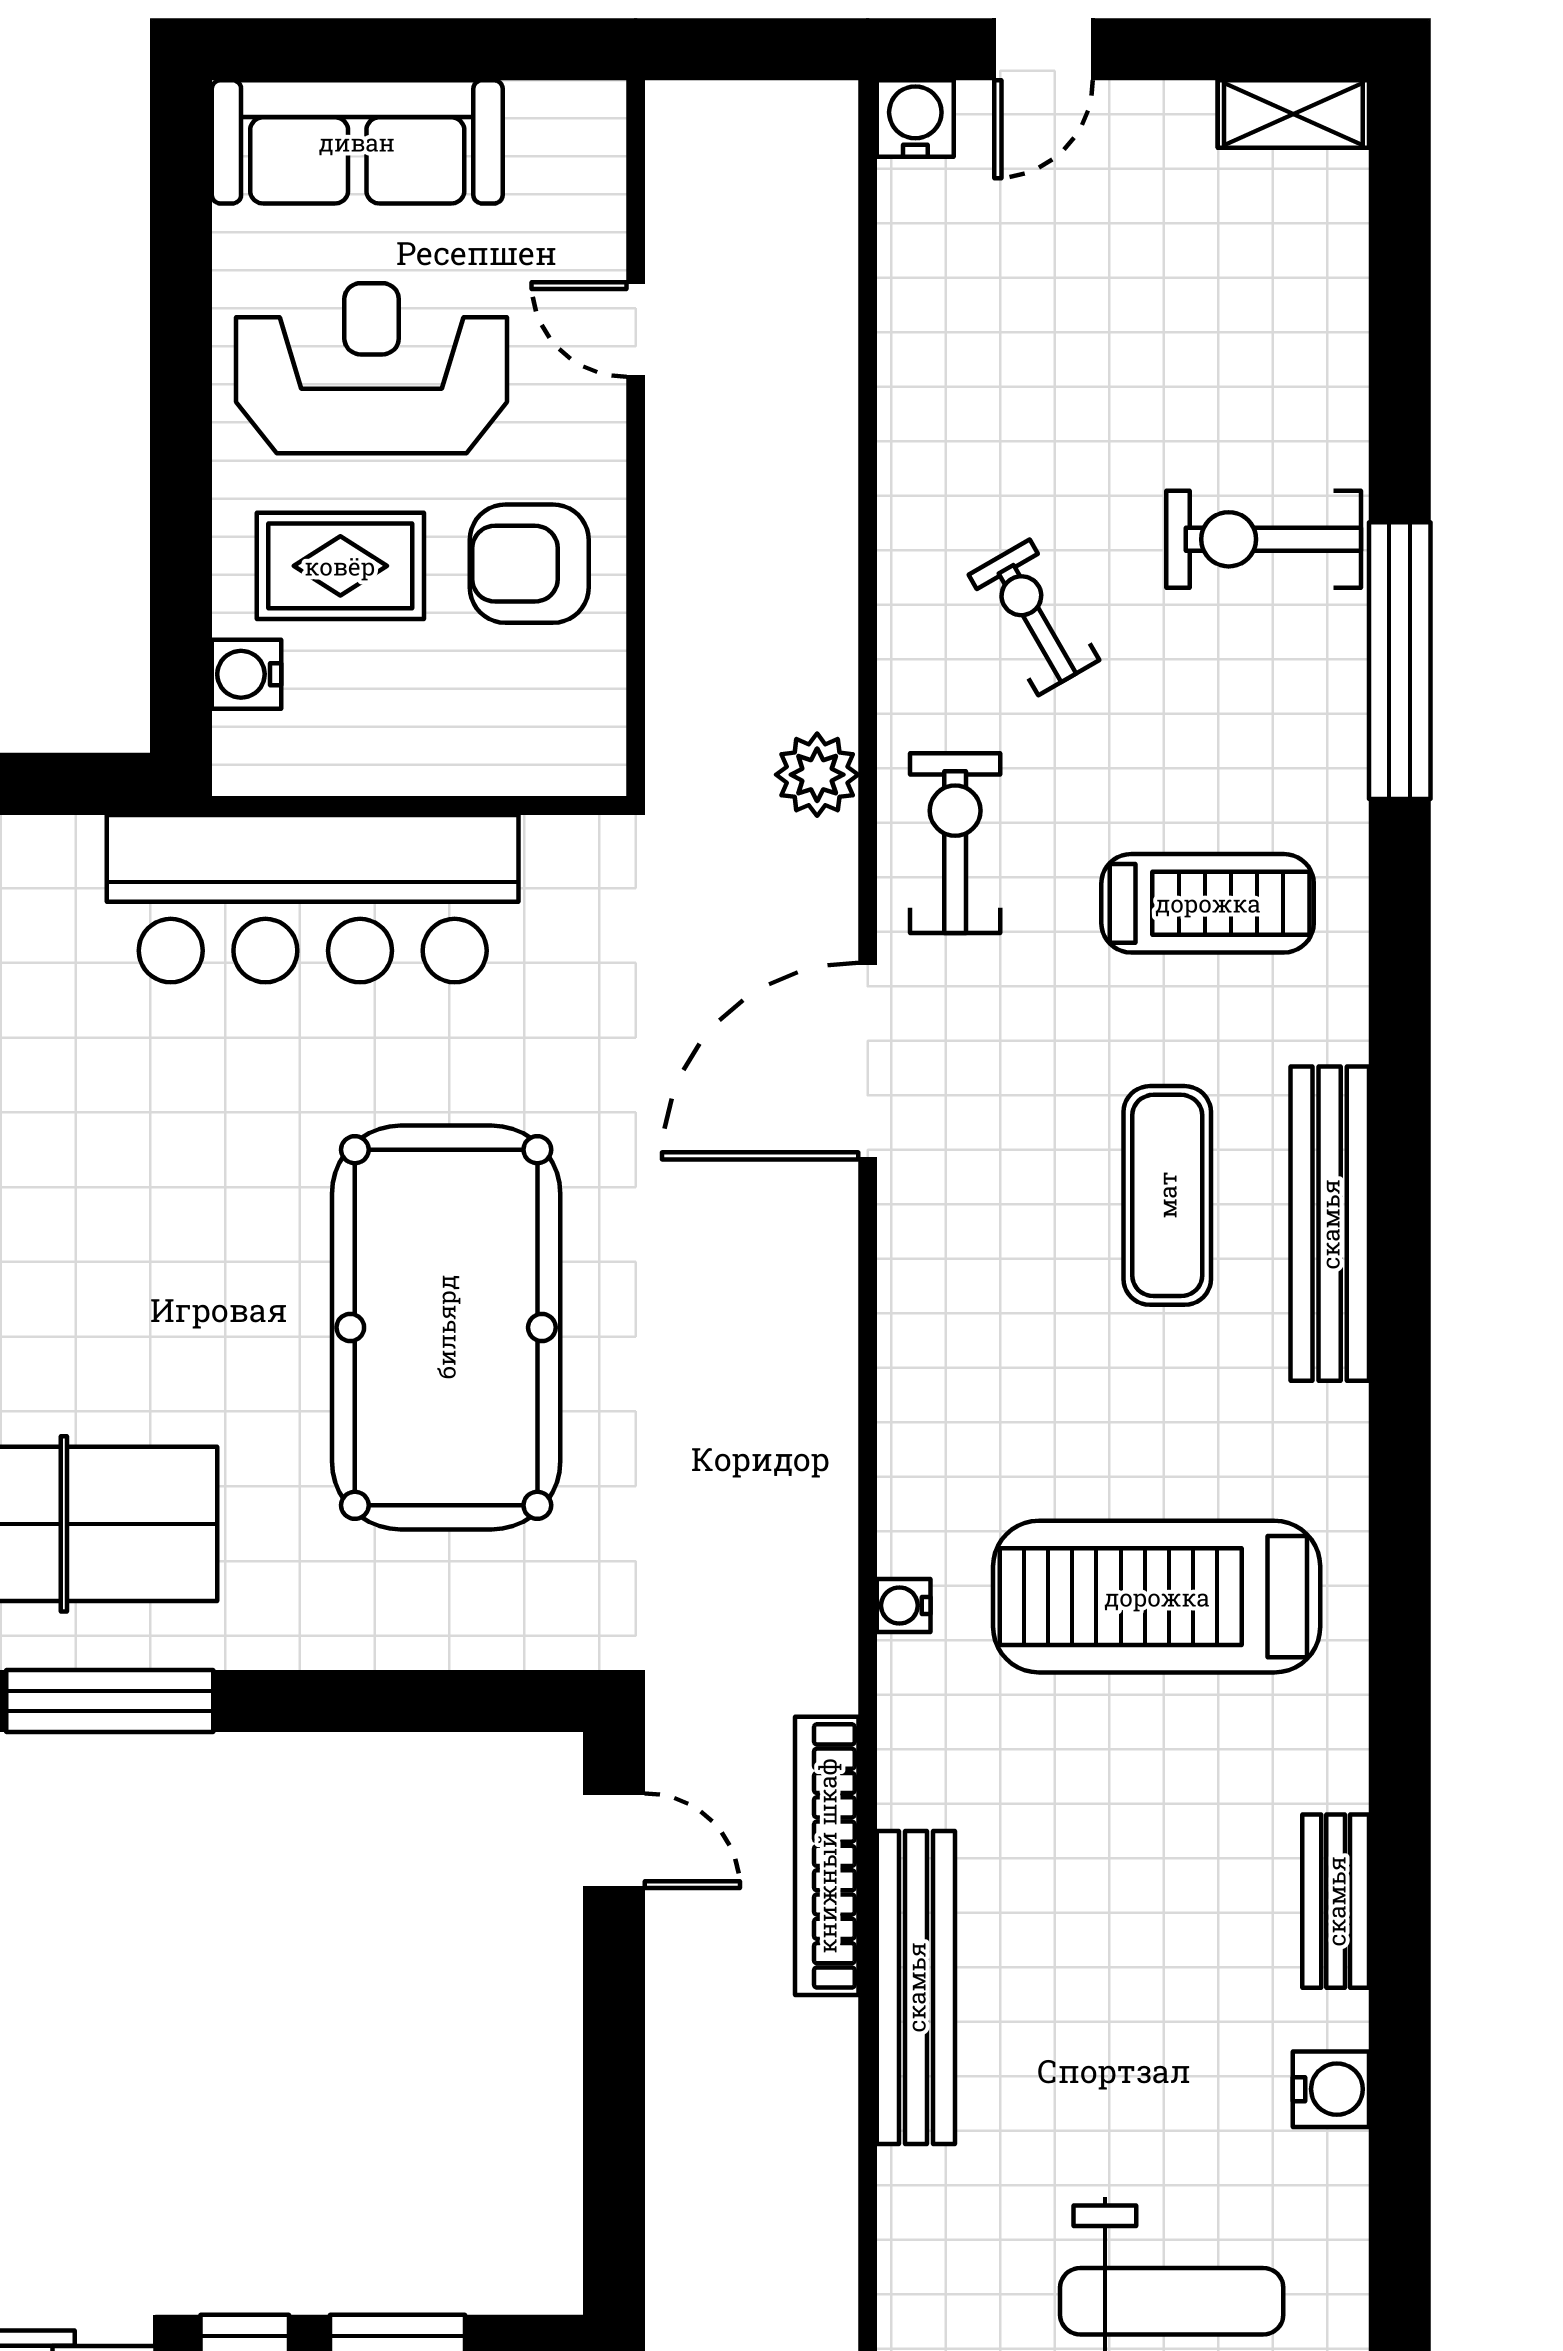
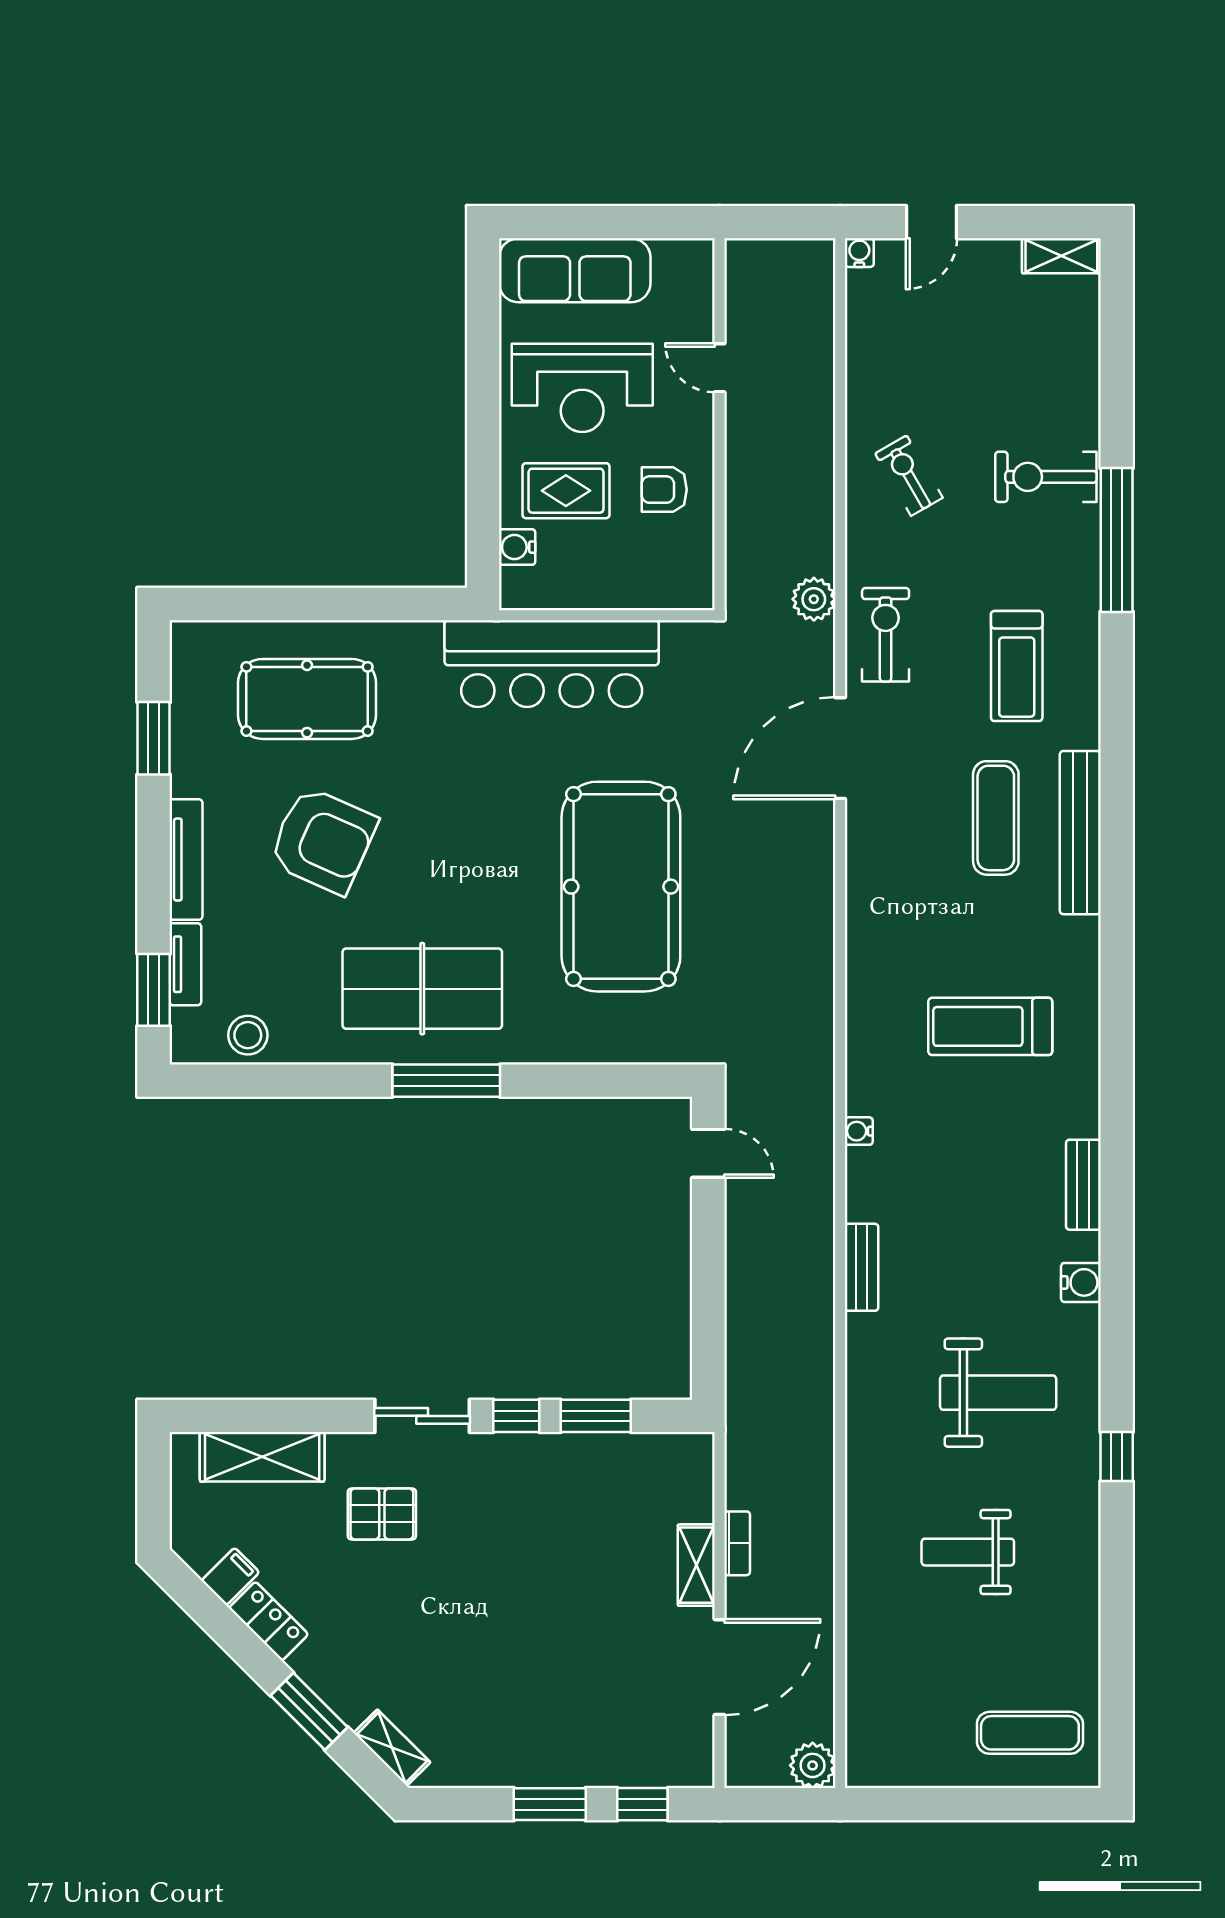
water cooler: (915, 118) -> (859, 253), width x0.72, depth x0.72
reception desk: (372, 368) -> (582, 388), turned 180
armchair: (529, 564) -> (664, 490), width x0.72, depth x0.72
exercise bike: (1034, 617) -> (909, 476), moved
treadmill: (1208, 903) -> (1017, 666), turned 90
treadmill: (1157, 1597) -> (990, 1026), width x0.73, depth x0.73
water cooler: (904, 1605) -> (859, 1131), moved
bookcase: (827, 1856) -> (819, 1161), removed
bench: (916, 1987) -> (862, 1267), width x0.54, depth x0.82

